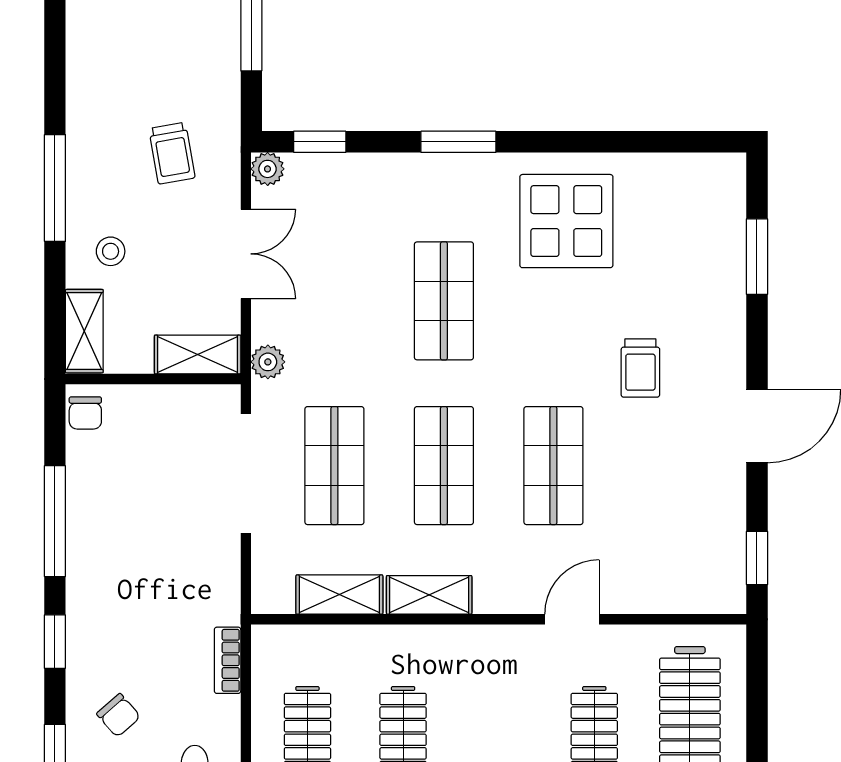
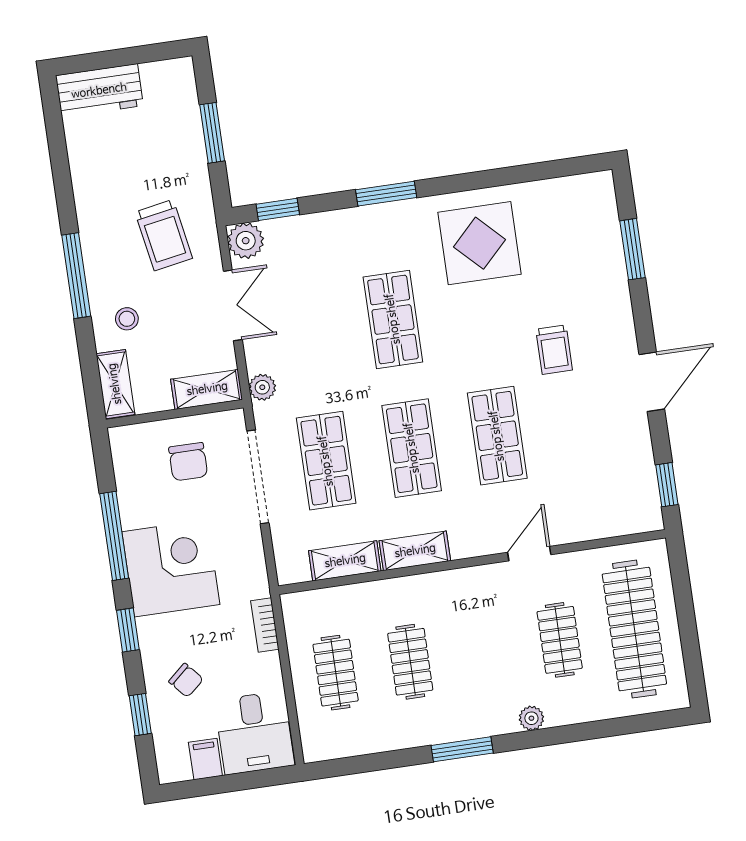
trolley: (172, 153) -> (164, 235), width x1.36, depth x1.39
plant: (268, 169) -> (246, 241), width x1.38, depth x1.38
chair: (85, 413) -> (188, 462), moved, width x1.37, depth x1.37
corner desk: (120, 572) -> (171, 568), added

